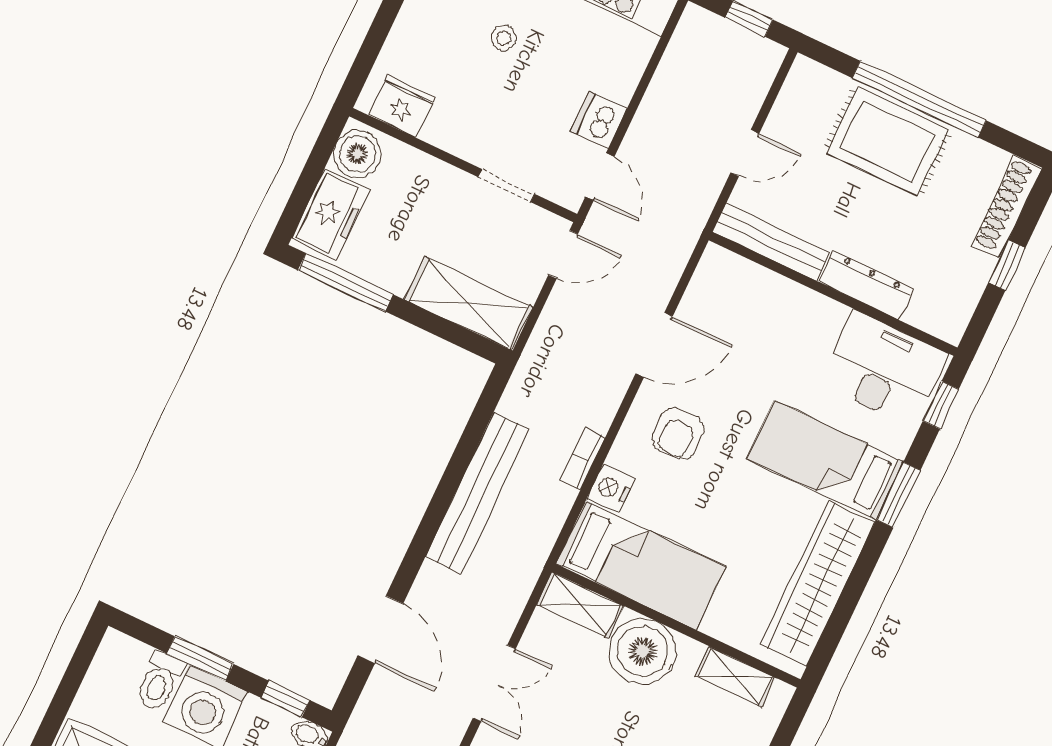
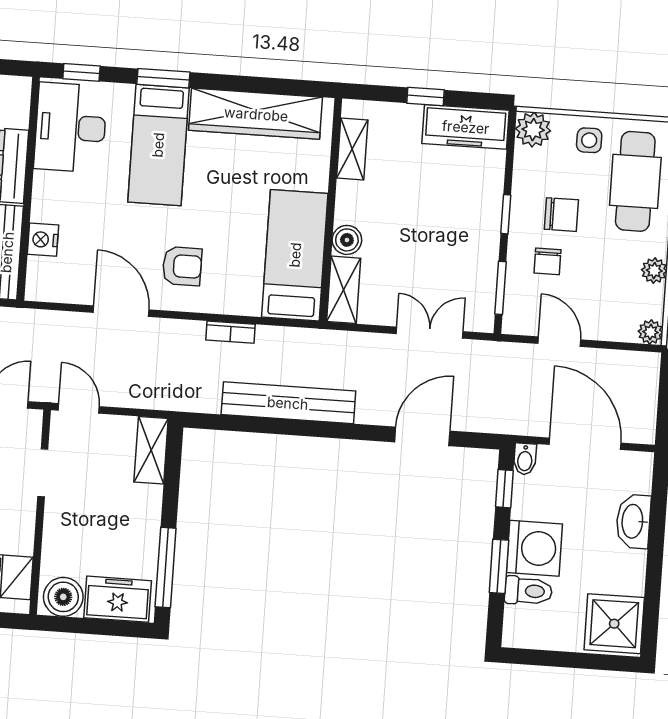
shelving: (469, 304) -> (151, 450), width x0.67, depth x0.75
nightstand: (611, 488) -> (43, 240), moved, turned 90
boiler: (642, 651) -> (347, 240), width x0.54, depth x0.54

